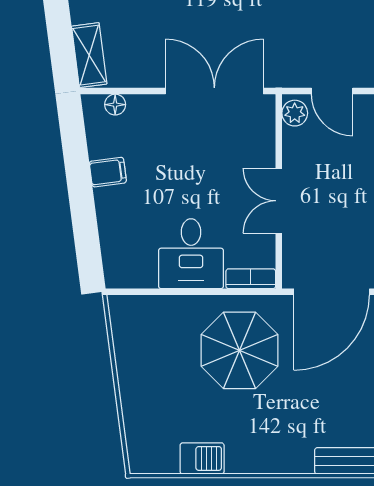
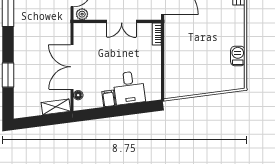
double door: (214, 91) -> (72, 67), moved
desk: (191, 254) -> (129, 88), moved, turned 83
parasol: (239, 350) -> (189, 39), removed

